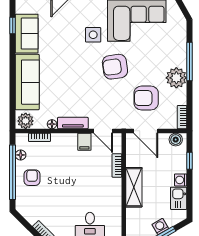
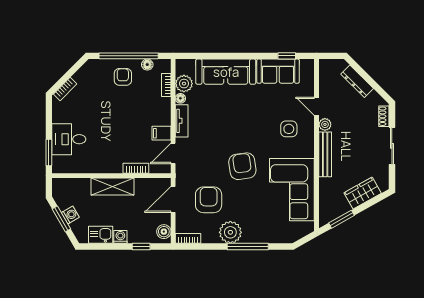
side table: (93, 35) -> (289, 129), moved
plant: (26, 121) -> (184, 84), moved
armchair: (32, 178) -> (123, 77), turned -90

